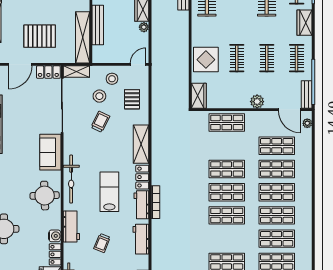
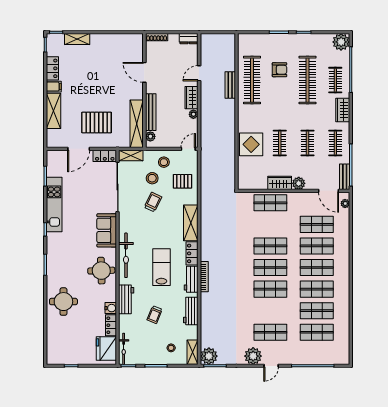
plant: (98, 51) -> (150, 136), added
wardrobe: (199, 96) -> (280, 183), moved, turned -90
pallet: (132, 99) -> (182, 181), turned 90

